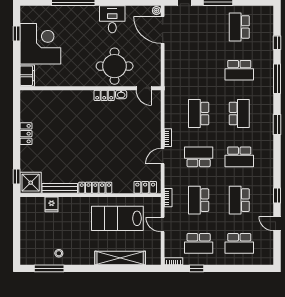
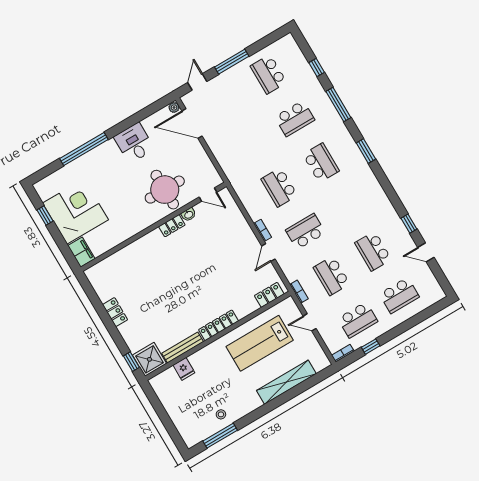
school desk: (239, 157) -> (347, 207), removed

